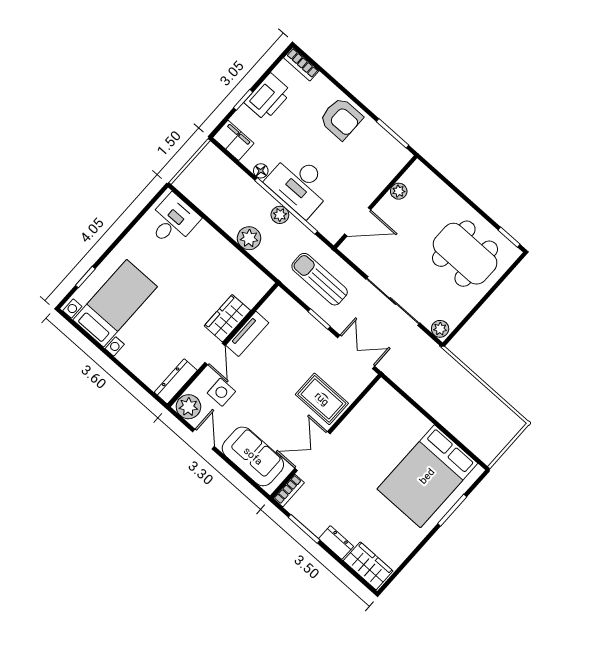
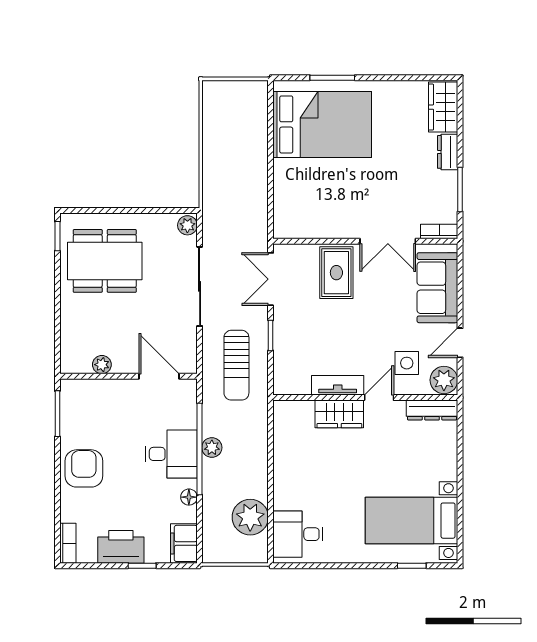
desk: (299, 184) -> (171, 454), width x0.73
plant: (249, 238) -> (250, 517), moved, width x1.36, depth x1.36
dining table: (465, 254) -> (105, 261), turned 90

